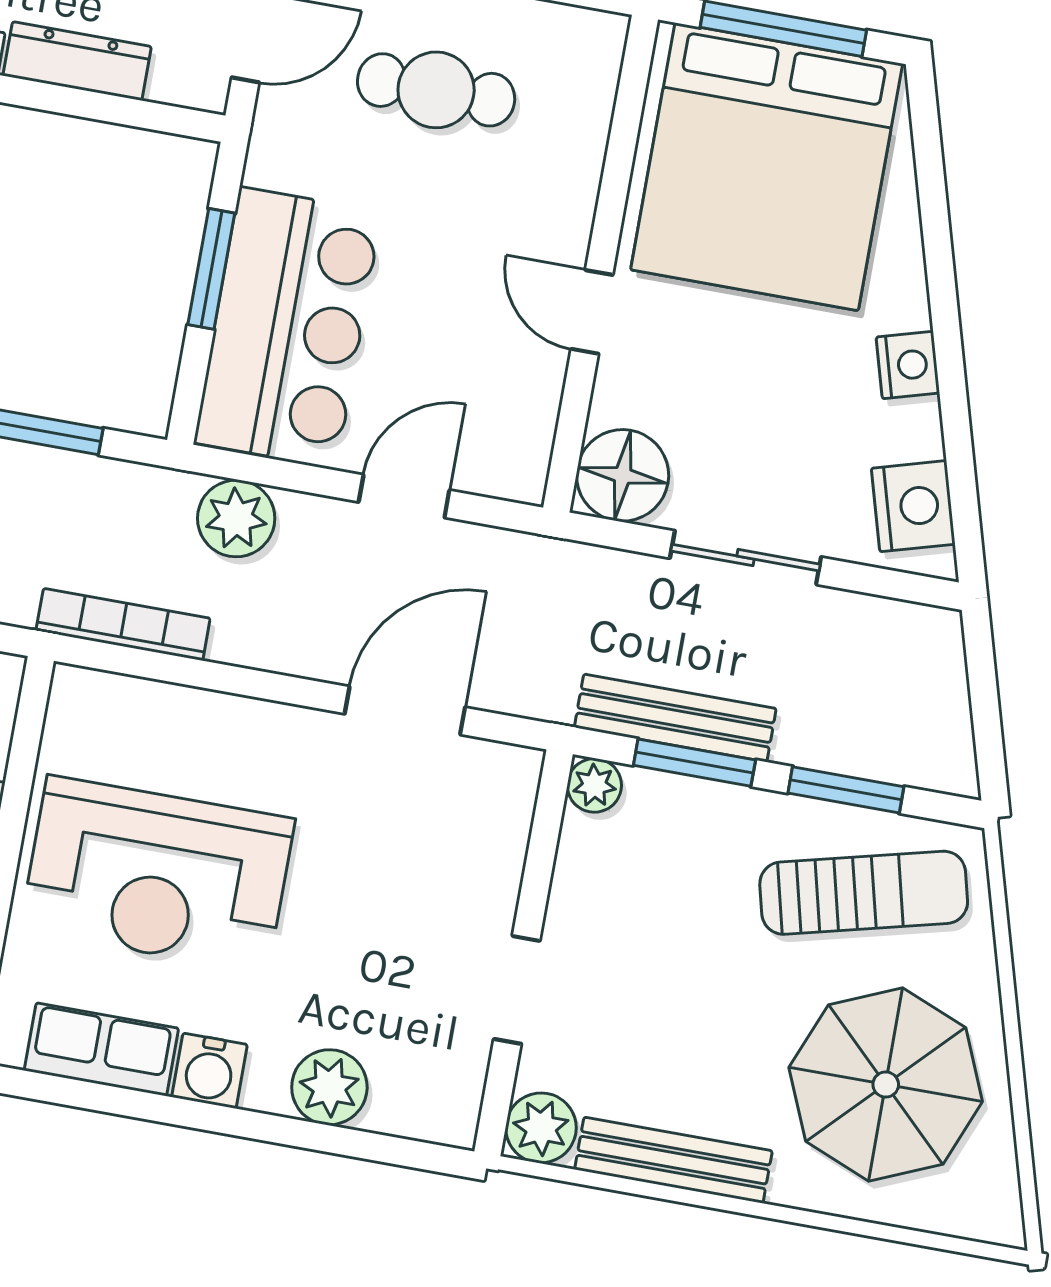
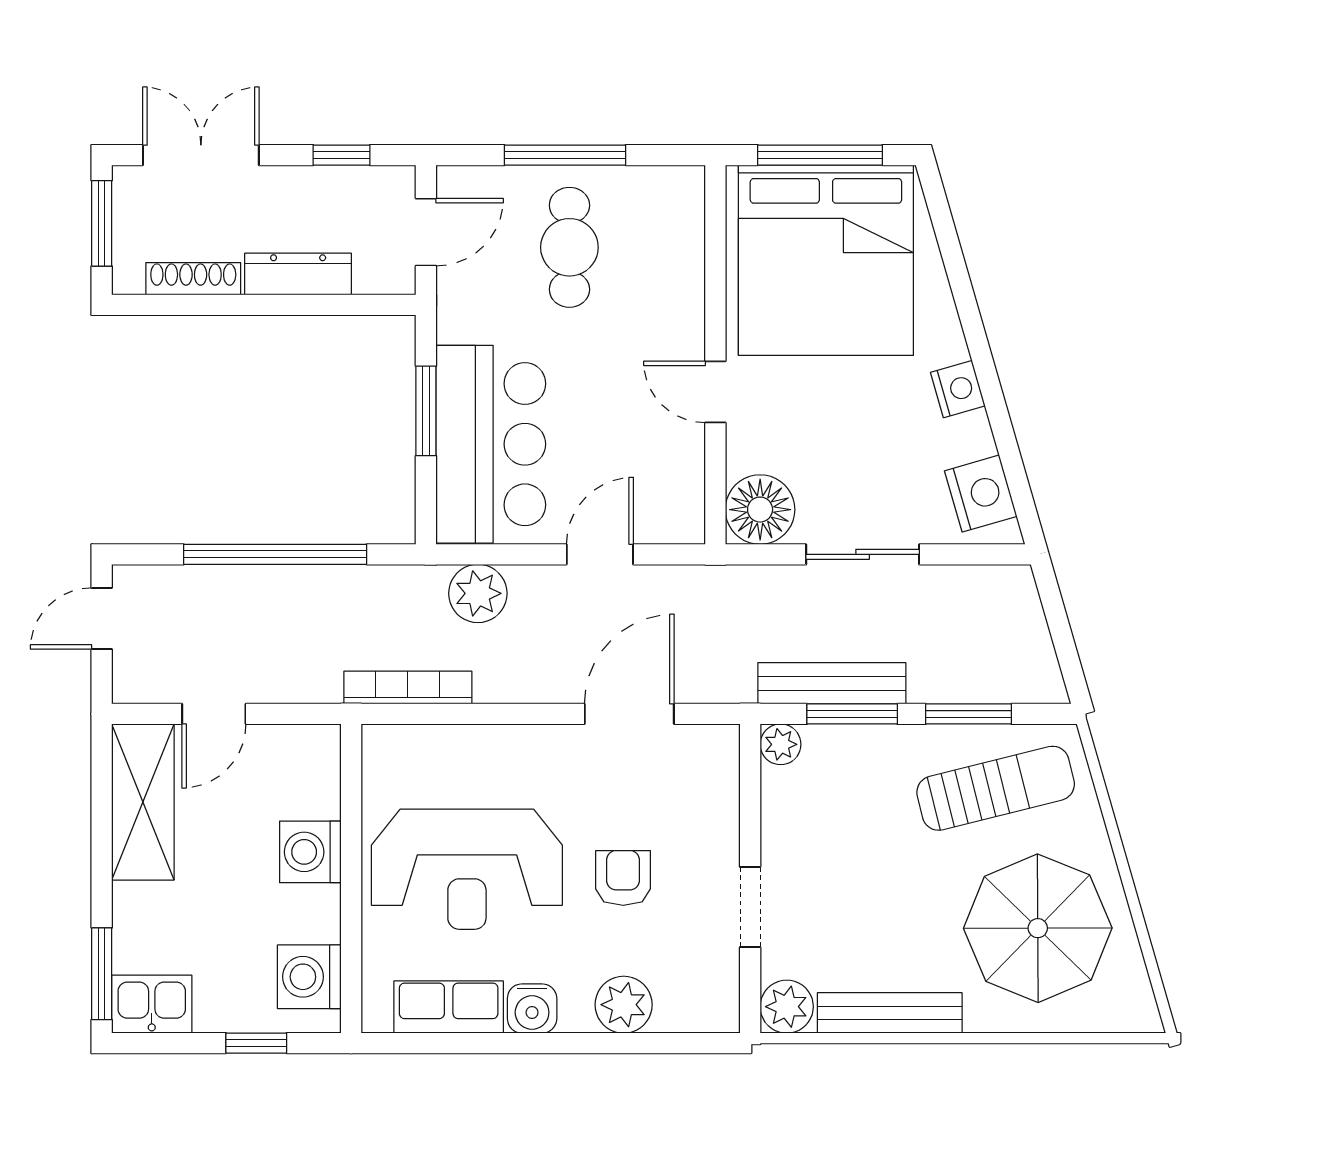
cafe table: (436, 90) -> (569, 247), turned 90
armchair: (358, 922) -> (623, 878), added

